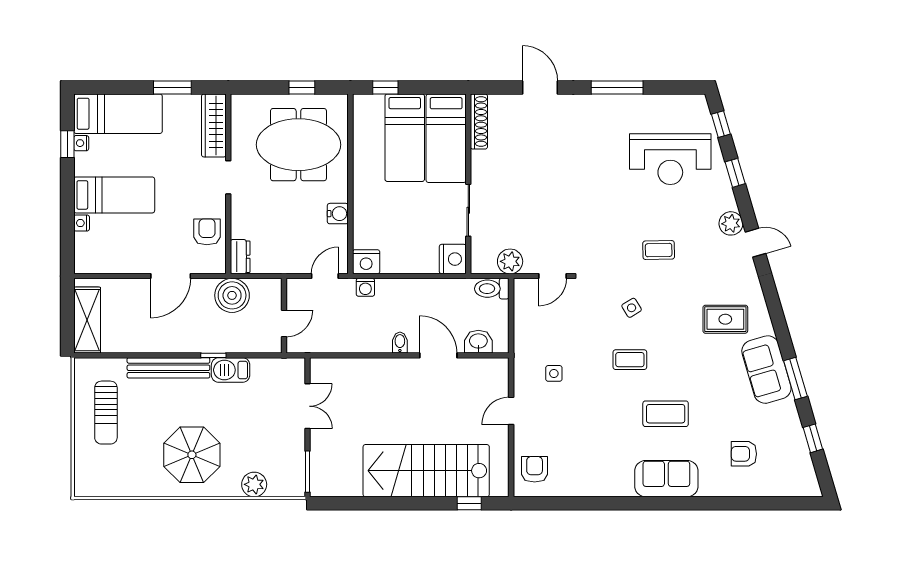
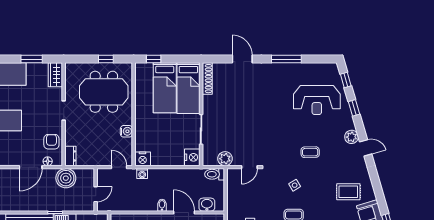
wardrobe: (214, 125) -> (55, 75), width x0.67
floor lamp: (200, 266) -> (48, 161), added
door: (325, 276) -> (119, 167), hinge flipped

